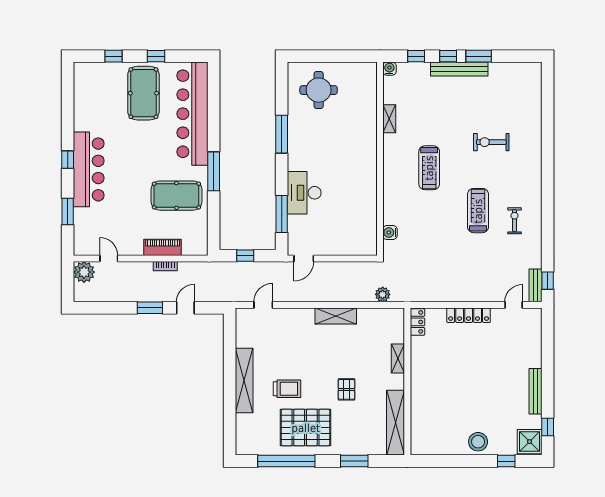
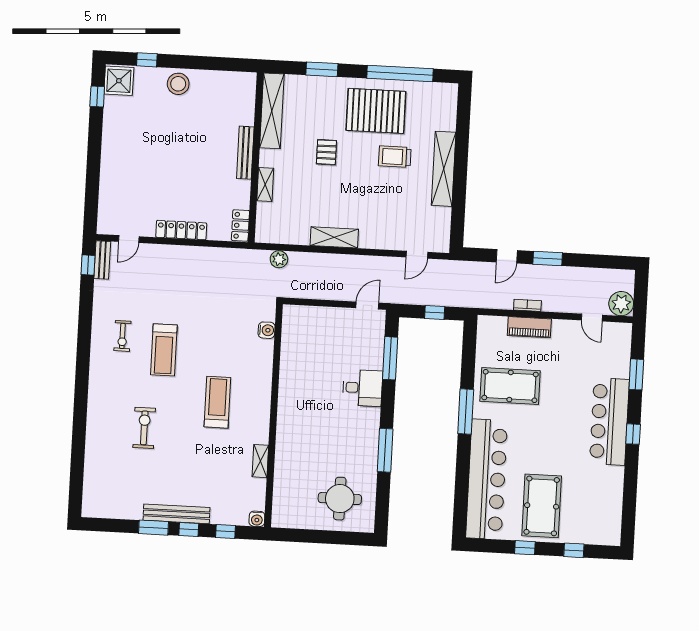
exercise bike: (491, 142) -> (144, 428), turned -90
desk: (304, 193) -> (362, 388), width x0.73
bench: (535, 391) -> (245, 153), moved

